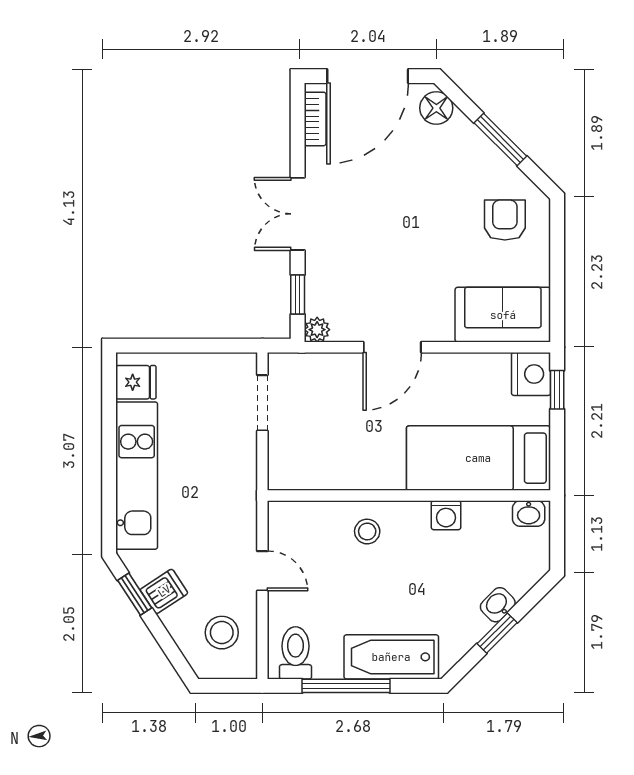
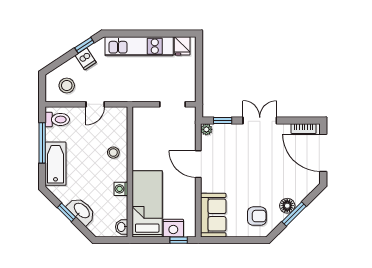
floor lamp: (436, 108) -> (287, 206), moved
nightstand: (531, 374) -> (173, 228), moved
washbasin: (498, 605) -> (81, 211), width x1.91, depth x1.45

